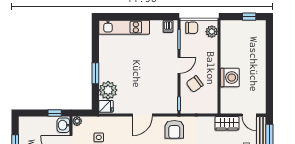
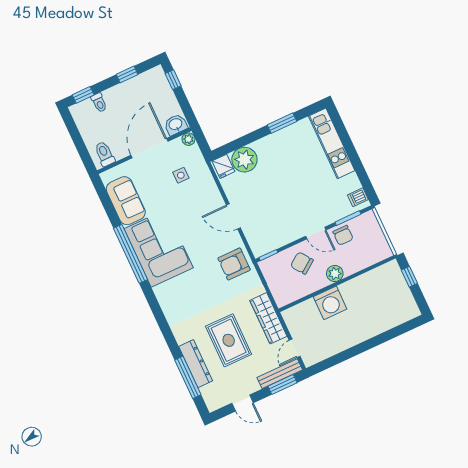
window: (249, 17) -> (409, 277), moved
chair: (192, 28) -> (343, 235), moved
plant: (212, 32) -> (335, 274), moved
window: (95, 73) -> (282, 123), moved
window: (55, 113) -> (173, 80), moved
wardrobe: (227, 123) -> (268, 318), width x1.50

